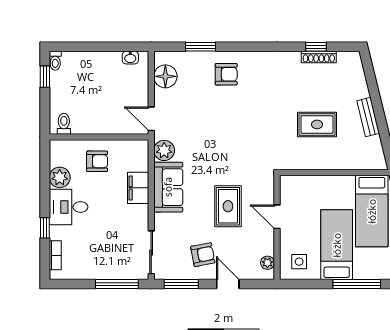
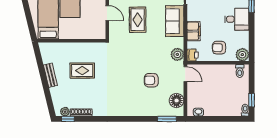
window: (201, 47) -> (167, 119), moved
window: (316, 47) -> (68, 119), moved
plant: (345, 58) -> (65, 112), added
armchair: (226, 74) -> (151, 80), moved
printer: (140, 149) -> (193, 55), added
plant: (60, 177) -> (242, 55), moved
sofa: (168, 187) -> (175, 21), moved

